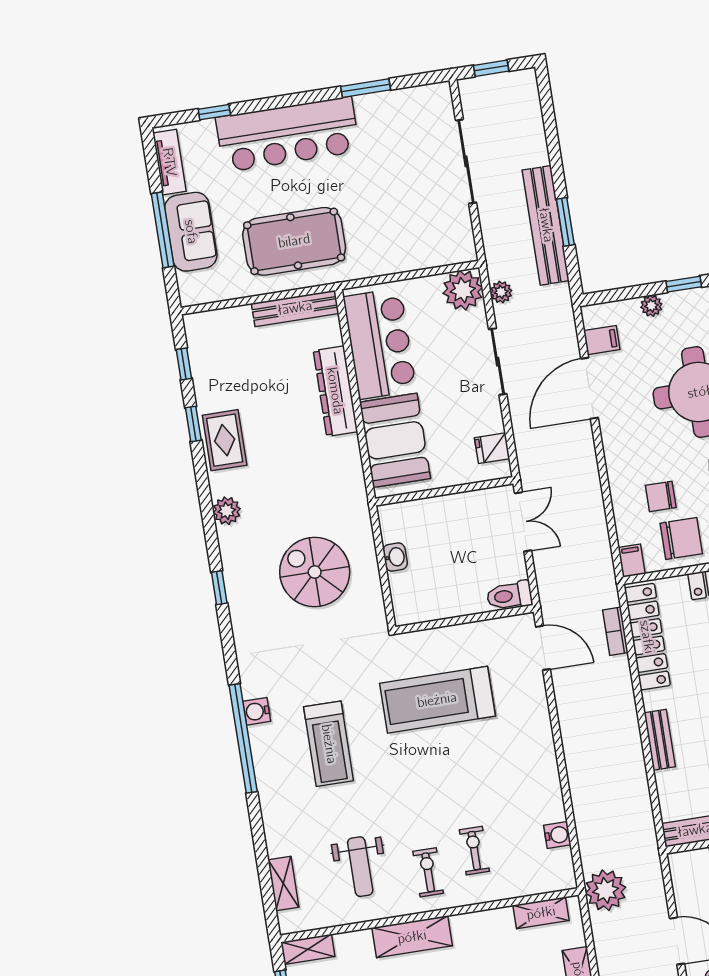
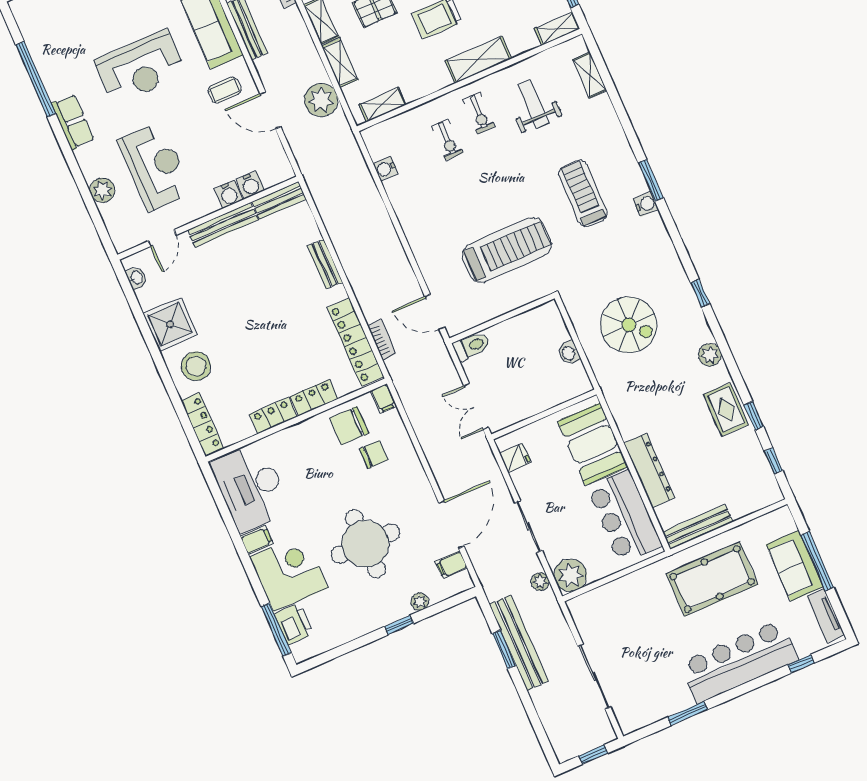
window: (243, 738) -> (651, 180), width x0.47
plant: (606, 890) -> (321, 100), moved

